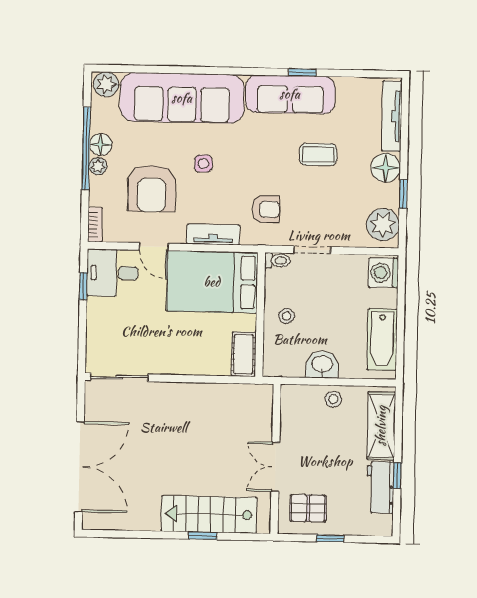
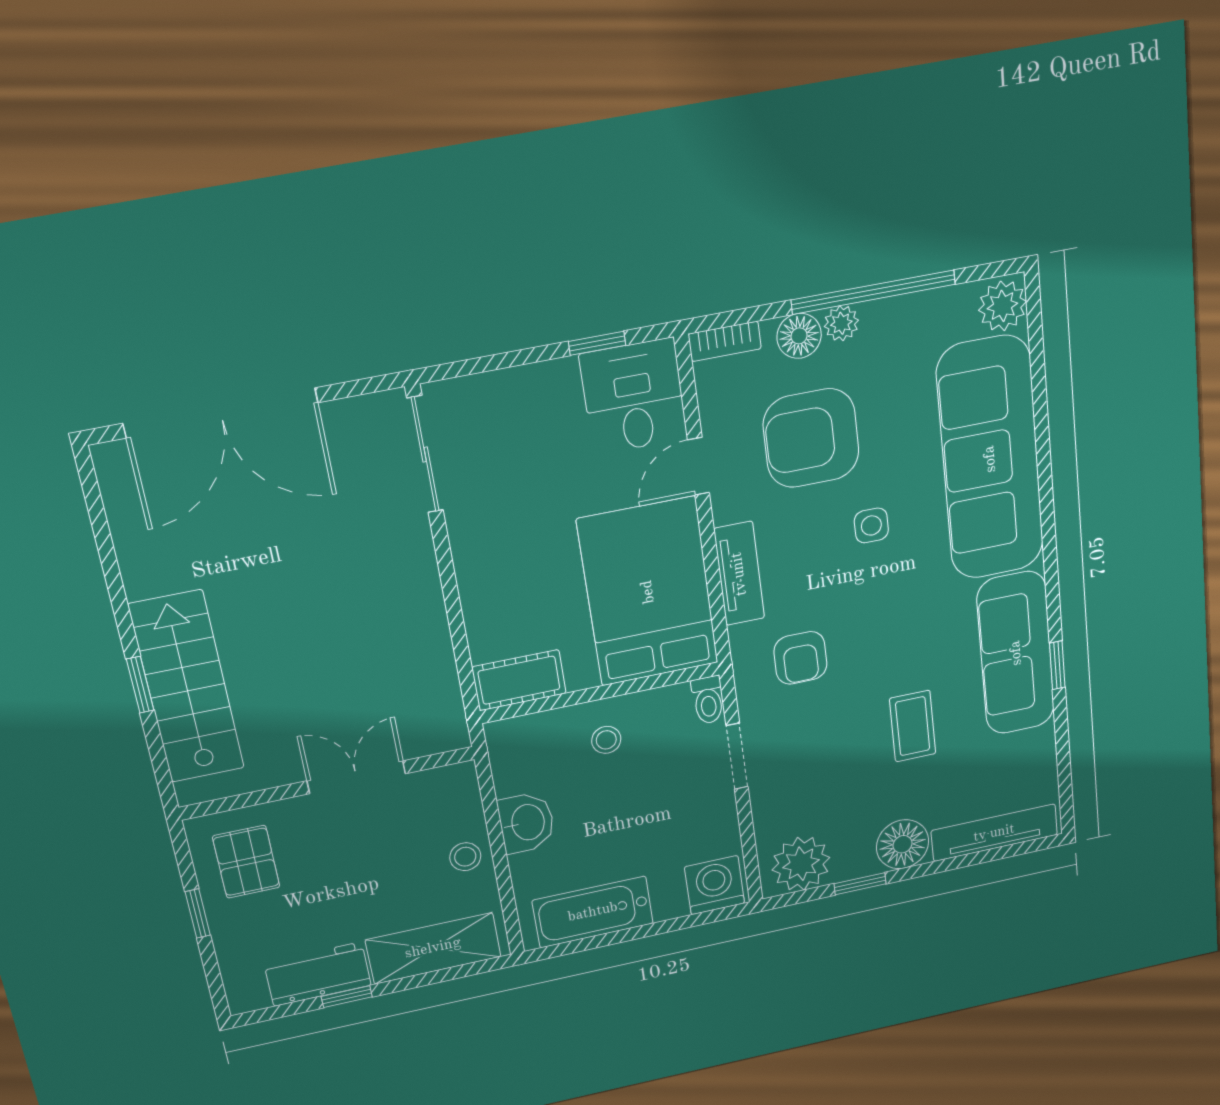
floor lamp: (101, 144) -> (799, 336), moved
double door: (275, 467) -> (356, 777), moved

